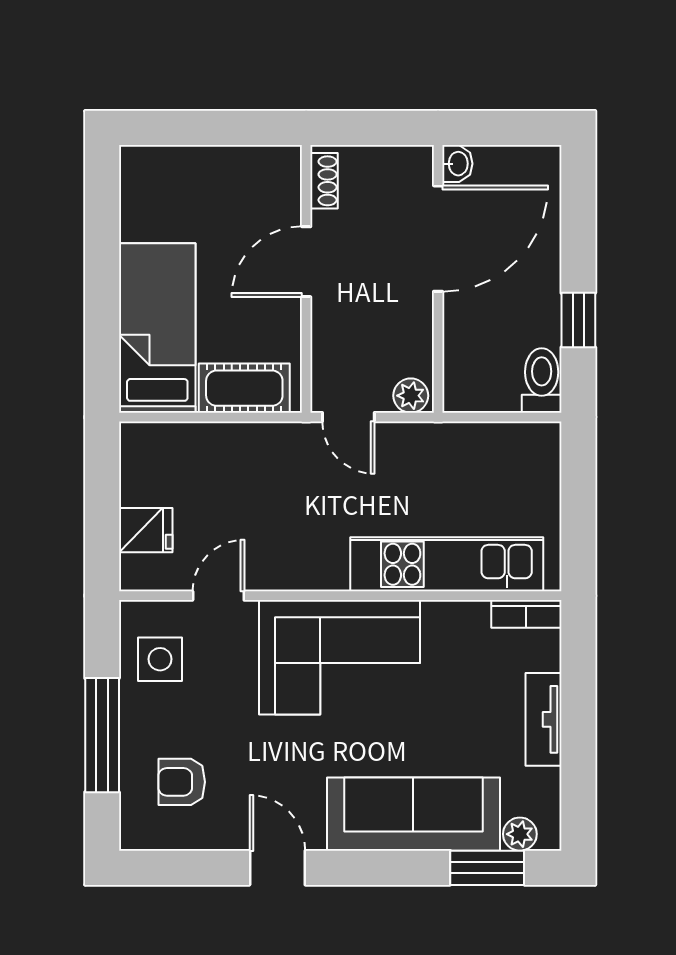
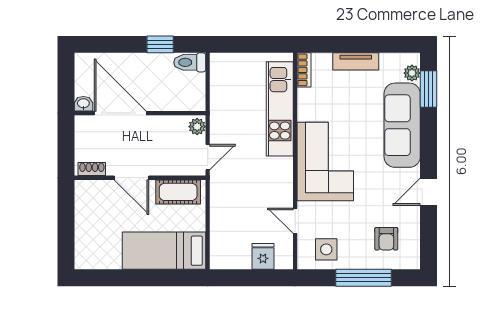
cot: (244, 388) -> (178, 192), moved, turned 90

